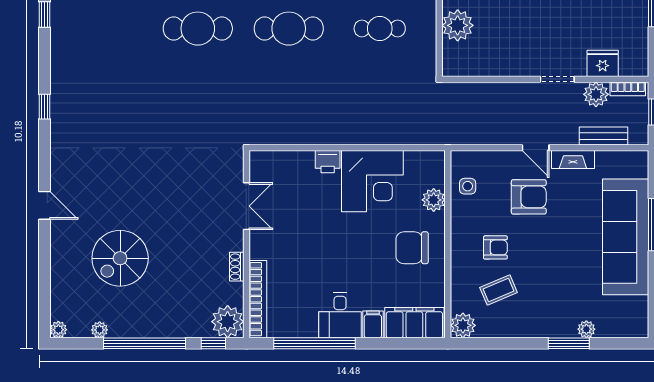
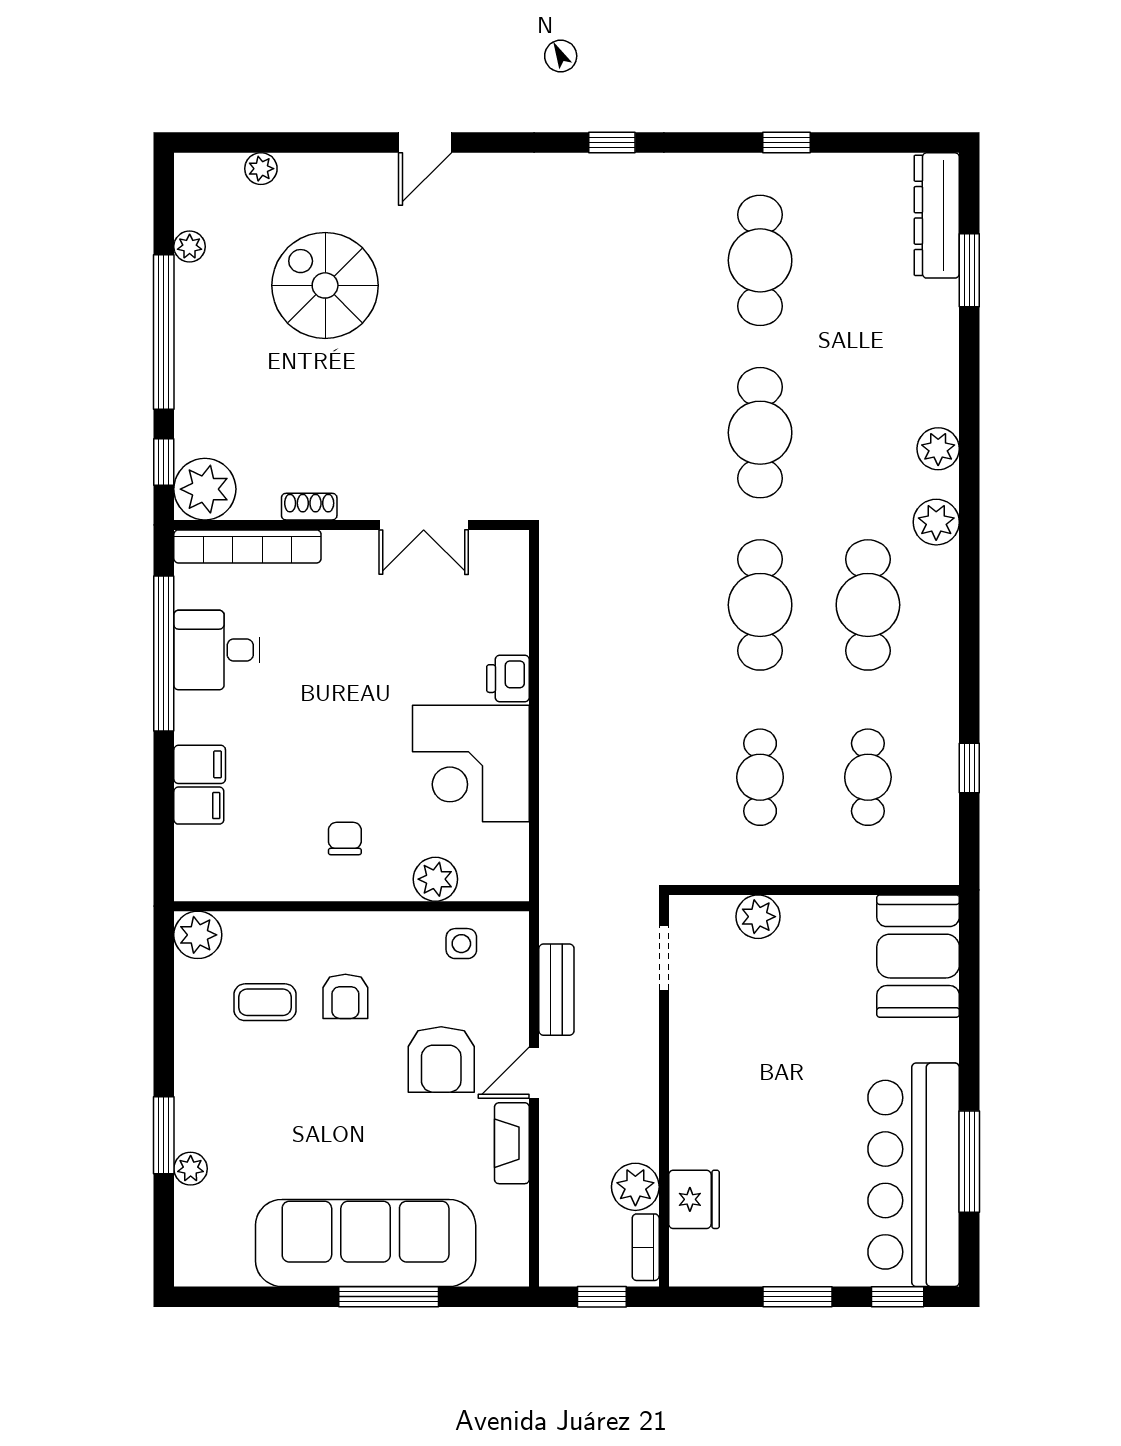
plant: (458, 25) -> (758, 917), width x0.73, depth x0.73
cafe table: (107, 29) -> (760, 260), added
doorway: (557, 79) -> (664, 958), moved
bench: (604, 136) -> (556, 990), moved
chair: (412, 248) -> (345, 838), width x0.54, depth x0.54
coffee table: (499, 290) -> (265, 1002), turned -67
desk: (340, 315) -> (217, 650), moved
filing cabinet: (414, 323) -> (199, 806), width x0.33, depth x0.86
plant: (58, 330) -> (261, 169), moved

